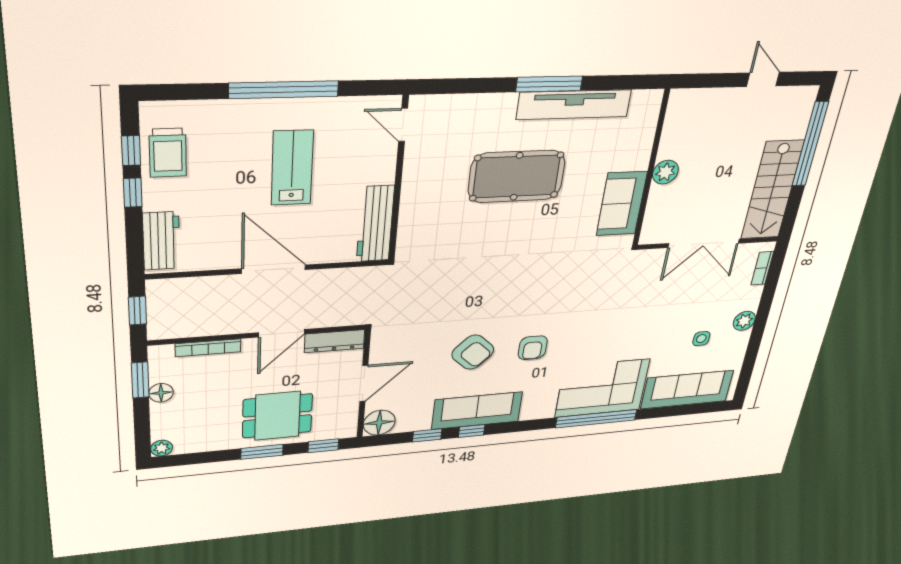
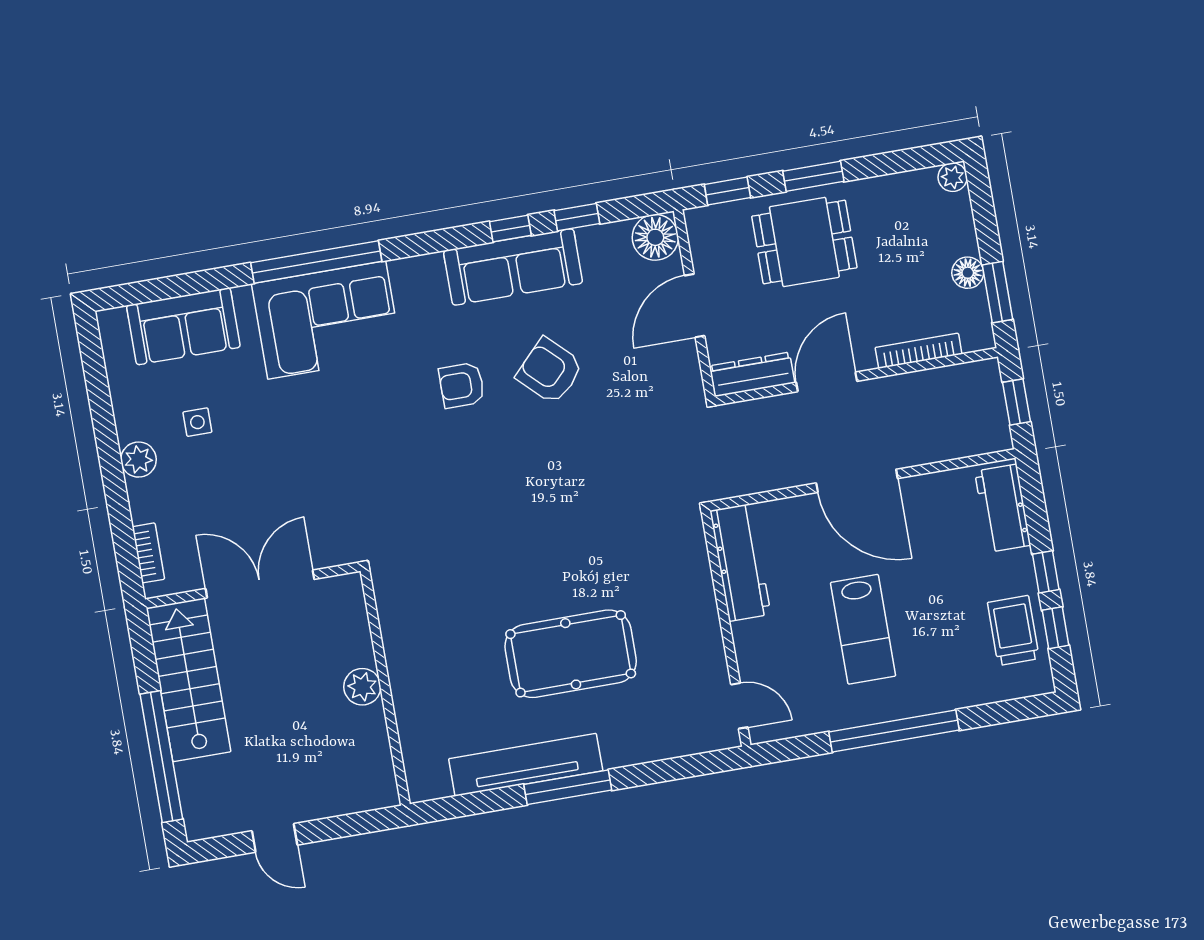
sofa: (622, 204) -> (409, 632), removed
armchair: (533, 348) -> (462, 385), turned -90
sofa: (687, 390) -> (183, 326), width x0.73

